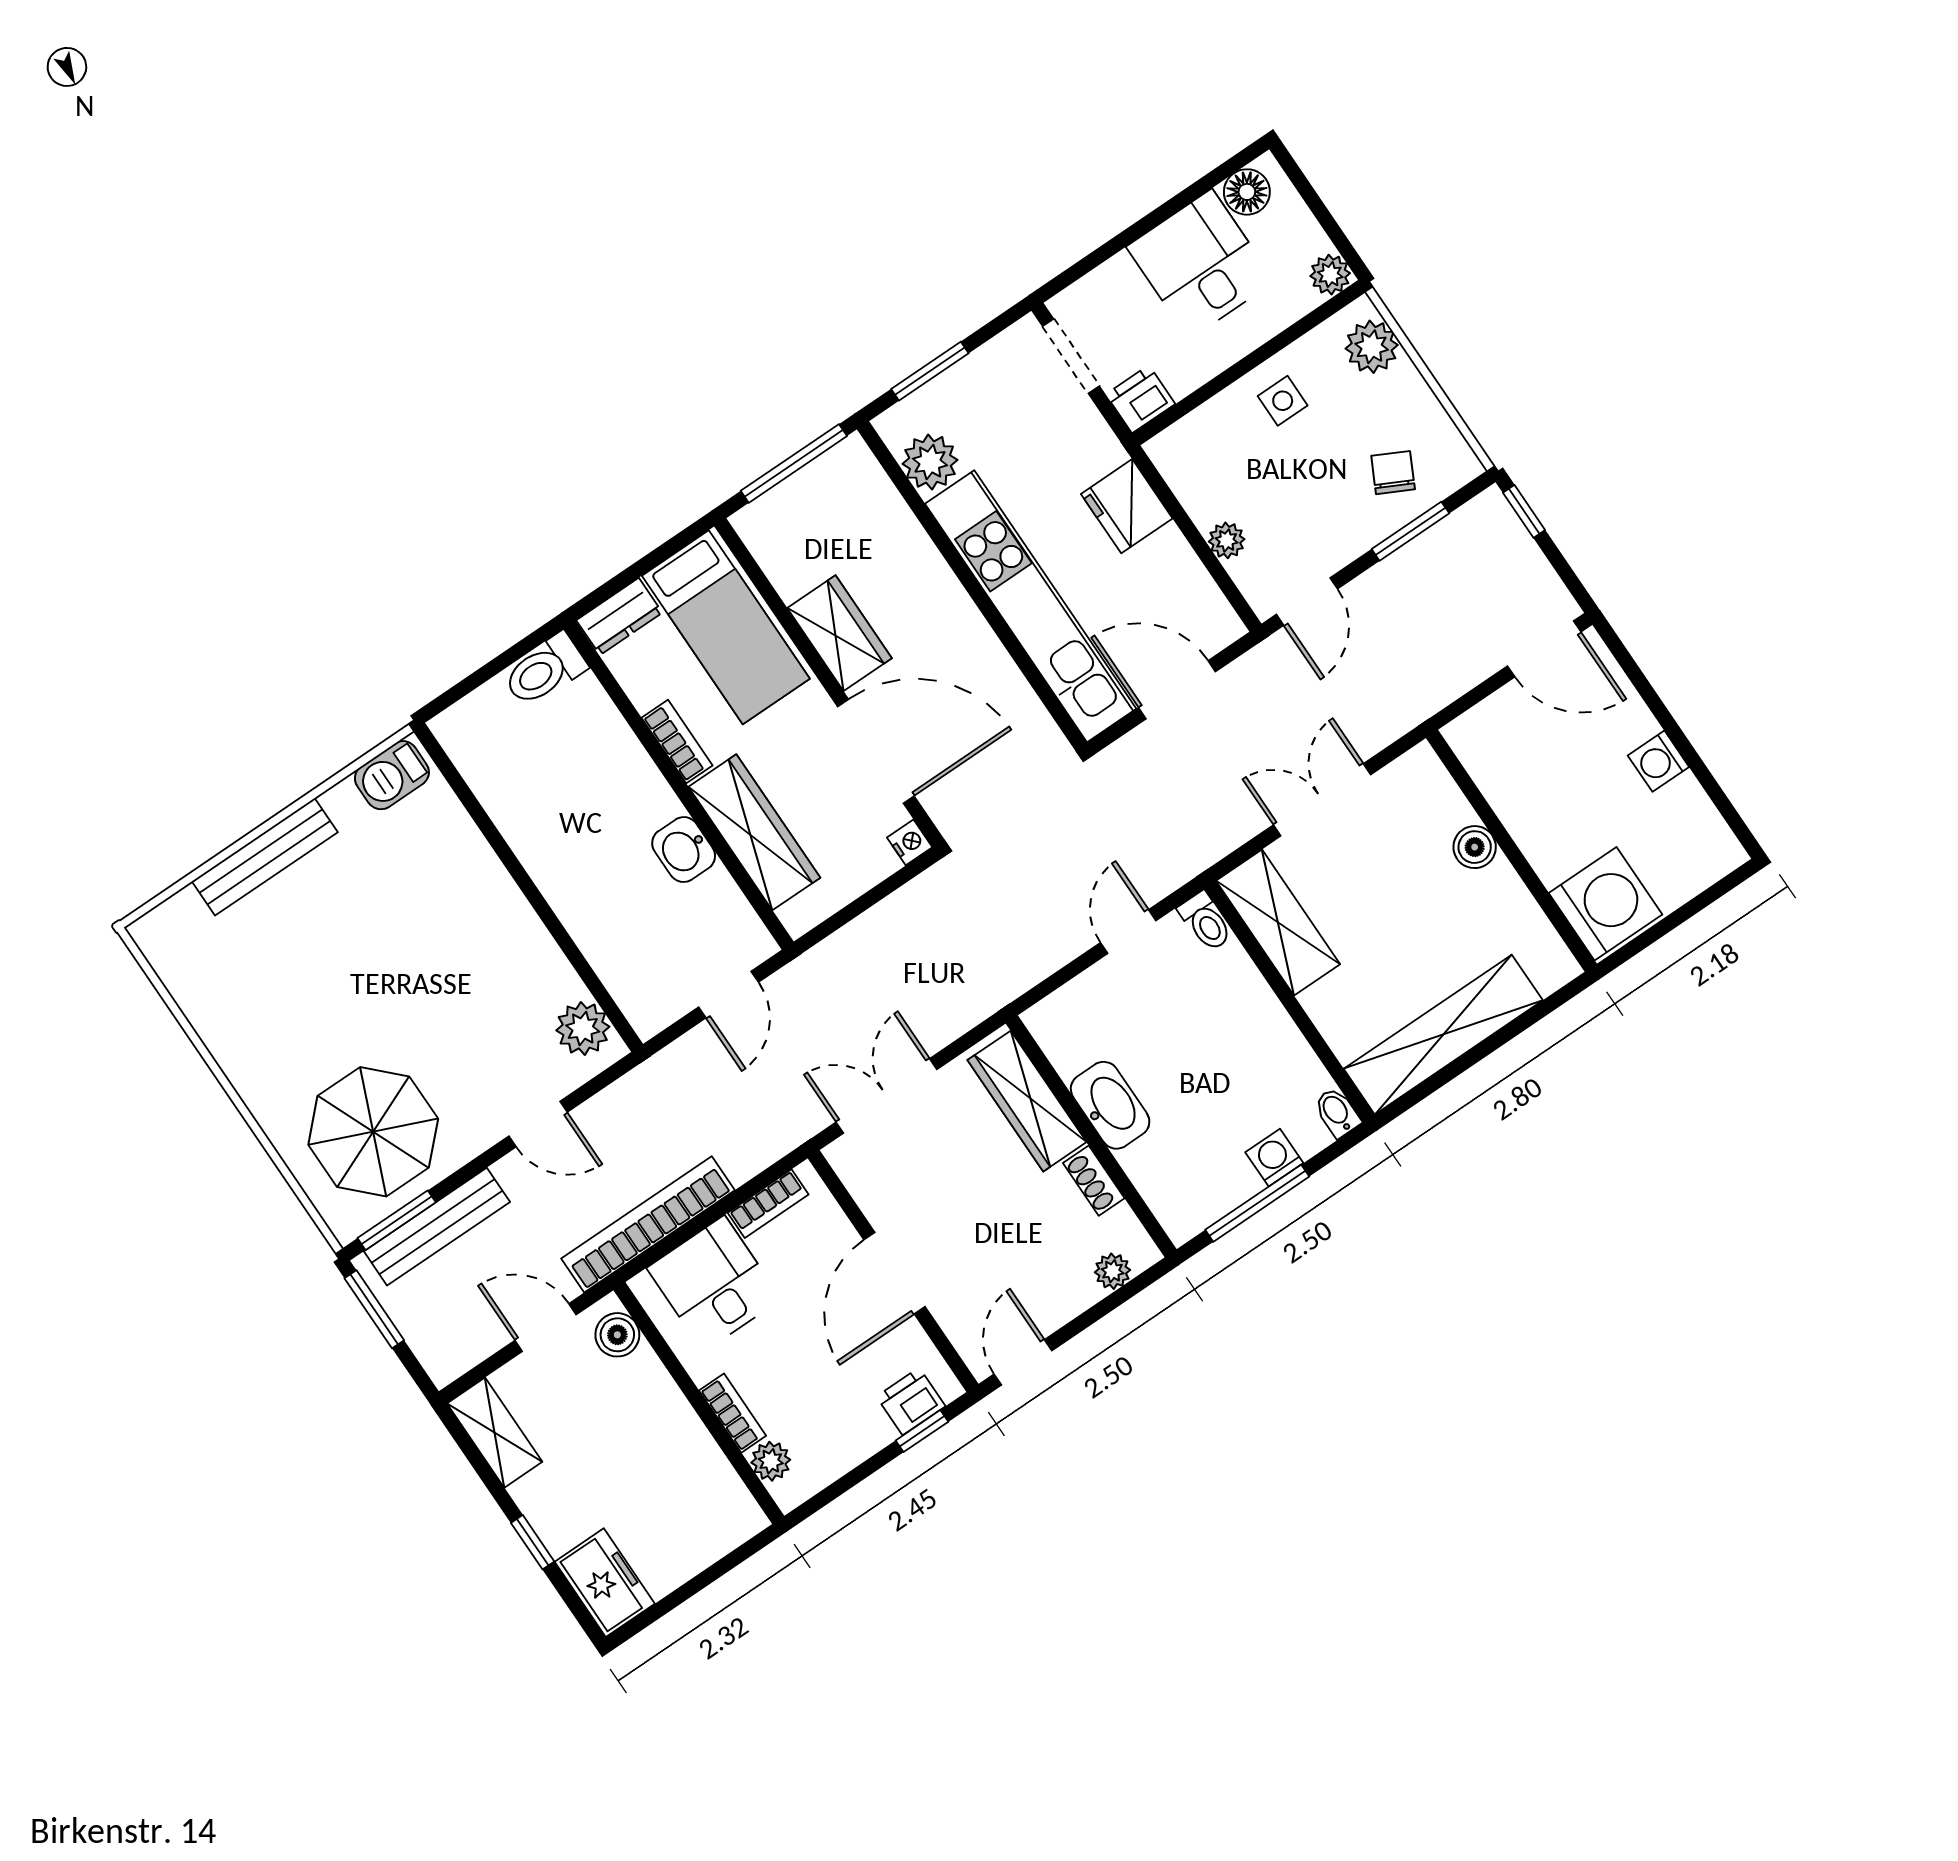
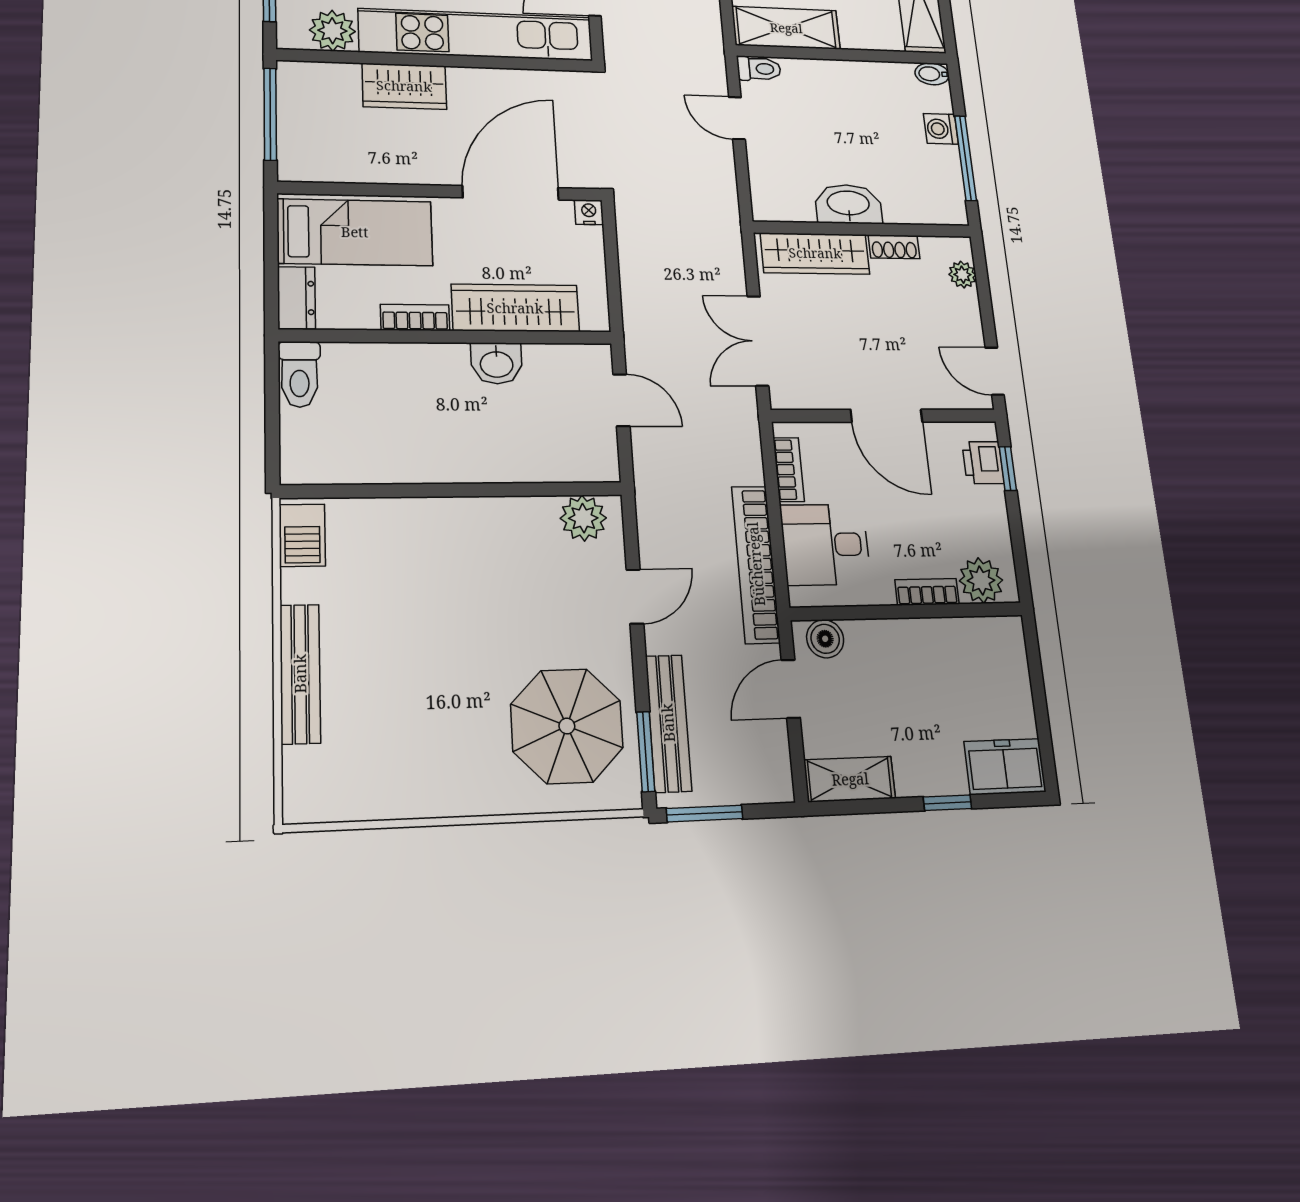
wardrobe: (840, 633) -> (404, 86), moved, turned 180
plant: (771, 1461) -> (981, 580), width x1.38, depth x1.38

